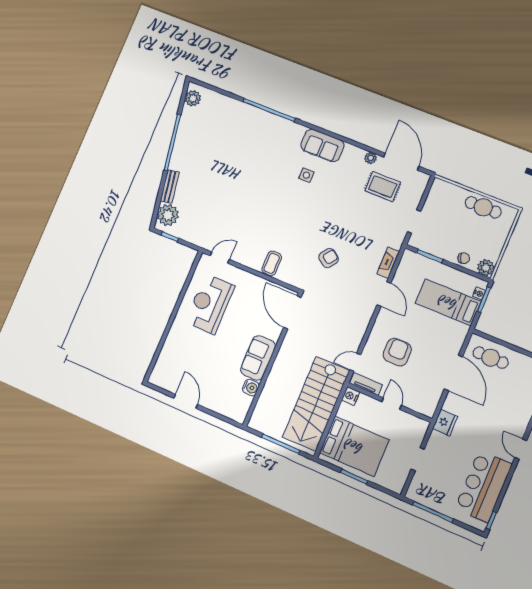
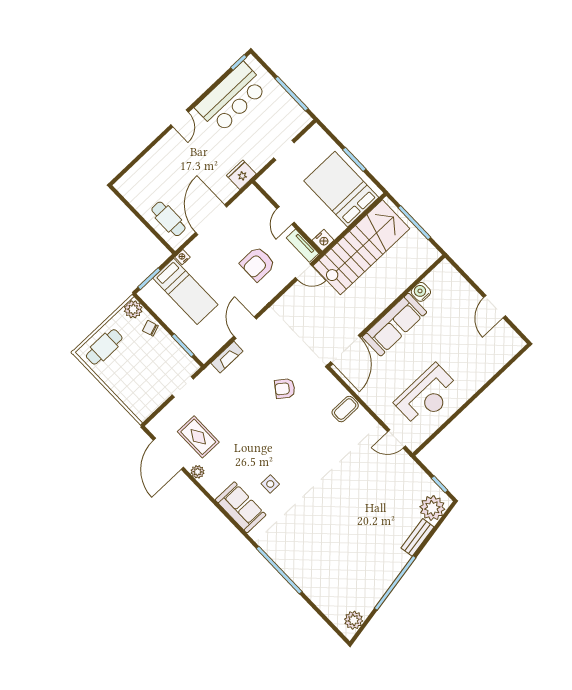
cafe table: (483, 207) -> (104, 347), moved, turned 90
nightstand: (479, 293) -> (182, 257), moved
sofa: (258, 358) -> (395, 325), width x1.36

